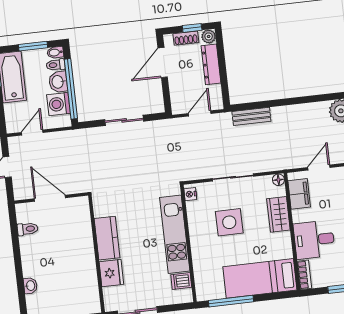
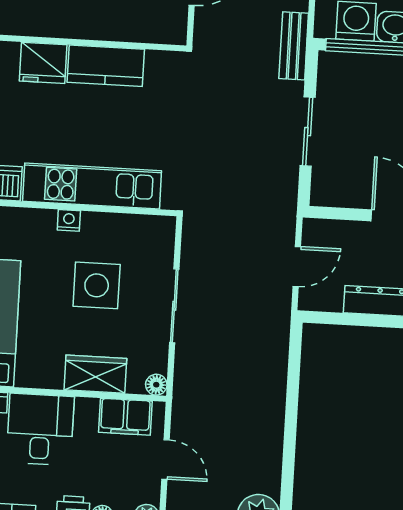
door: (200, 113) -> (297, 266), hinge flipped
bench: (251, 116) -> (294, 46), moved
nightstand: (190, 194) -> (69, 220), moved

